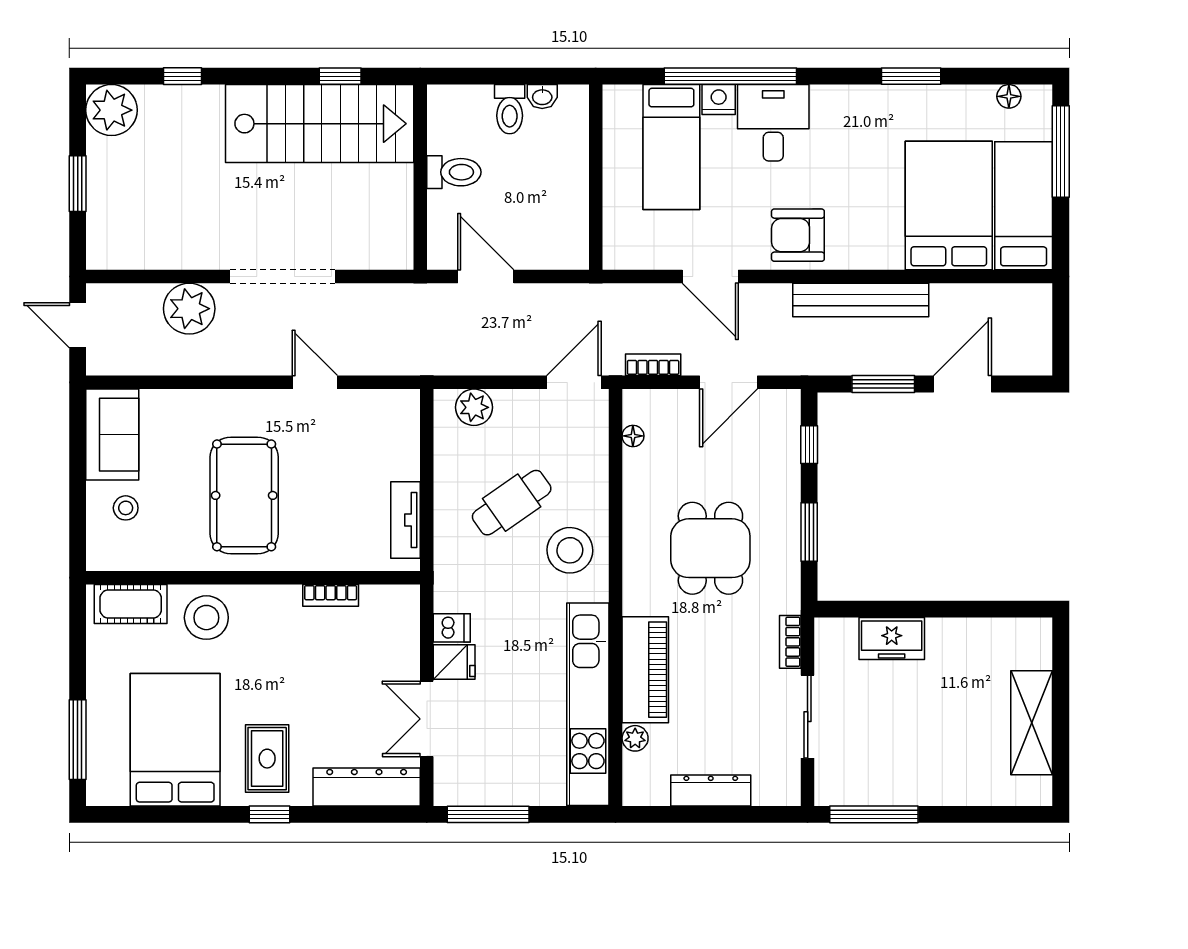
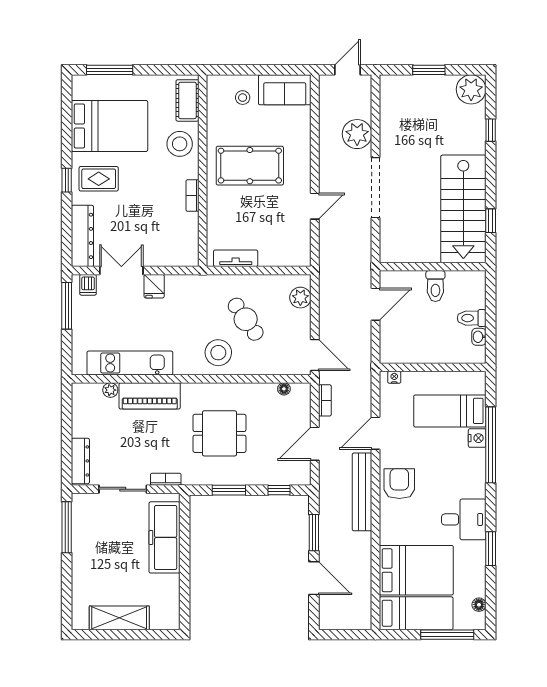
desk: (773, 123) -> (464, 519), moved
nightstand: (613, 244) -> (394, 377), added
bench: (861, 300) -> (362, 492), moved
door: (729, 382) -> (315, 444), hinge flipped
bookcase: (331, 595) -> (192, 196), moved
dishwasher: (452, 628) -> (88, 285), moved
freezer: (892, 639) -> (164, 537), width x1.91, depth x1.26
kitchen unit: (588, 704) -> (130, 363), width x0.73
dresser: (711, 790) -> (80, 461), moved

